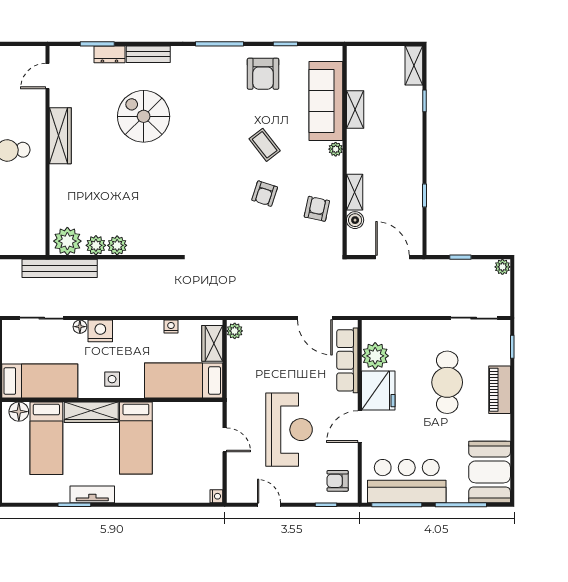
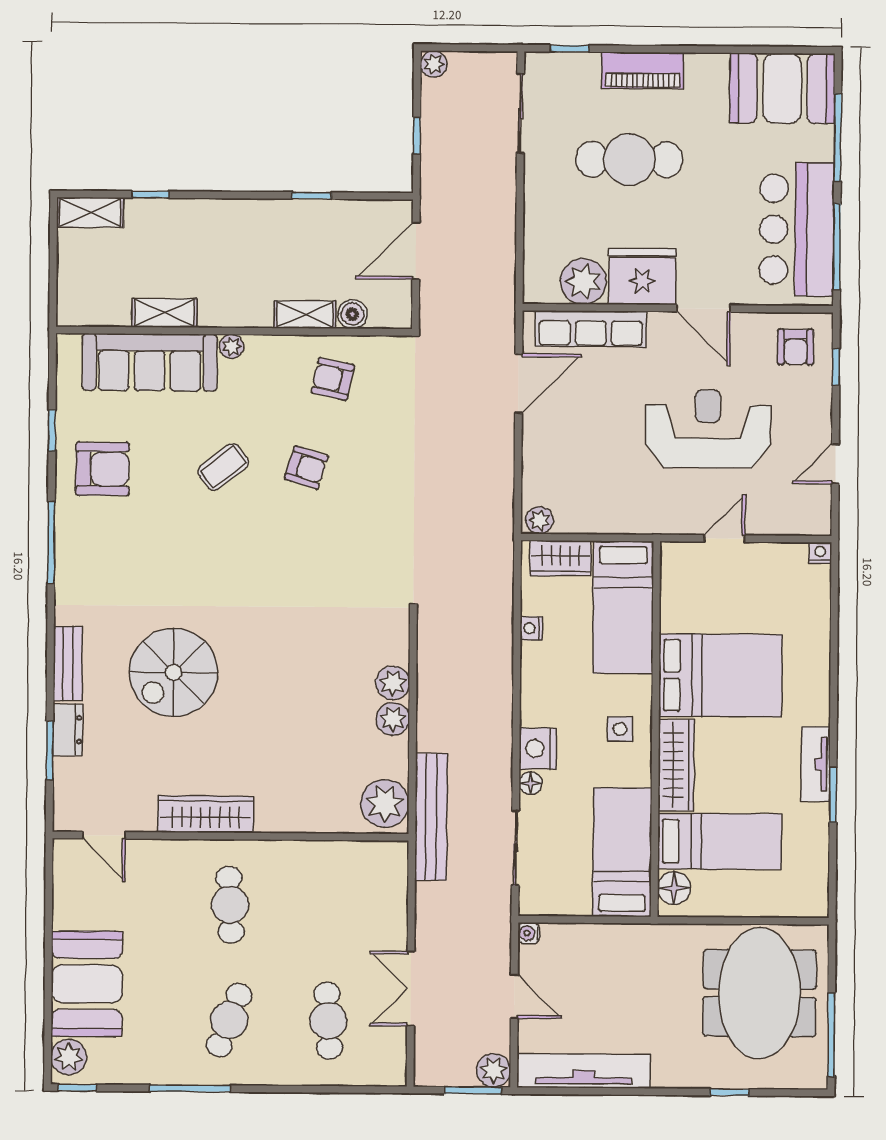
plant: (96, 245) -> (393, 683), moved
bed: (136, 438) -> (720, 675), width x1.50

